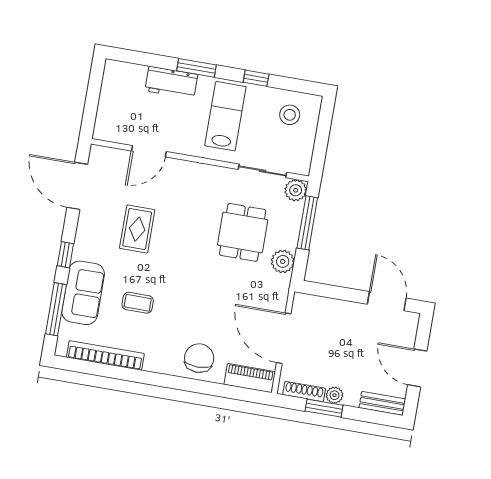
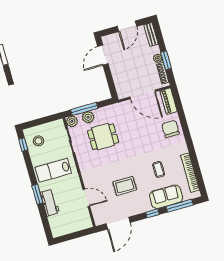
window: (256, 78) -> (23, 145), moved
plant: (283, 261) -> (88, 117), moved
door: (284, 338) -> (143, 94), hinge flipped
chair: (199, 358) -> (171, 129), turned 90

